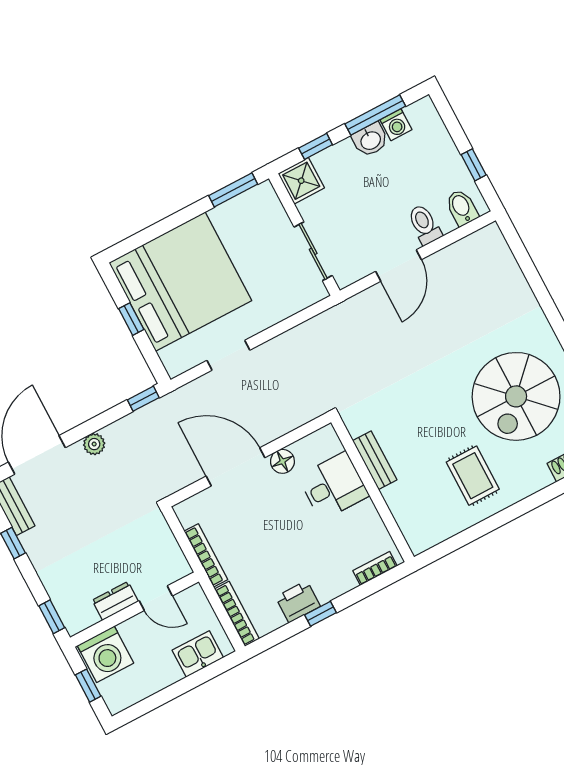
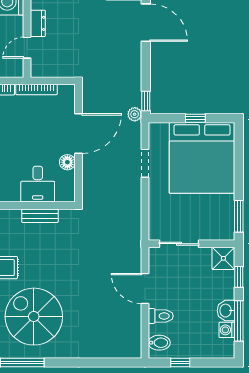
plant: (94, 444) -> (135, 114), moved

